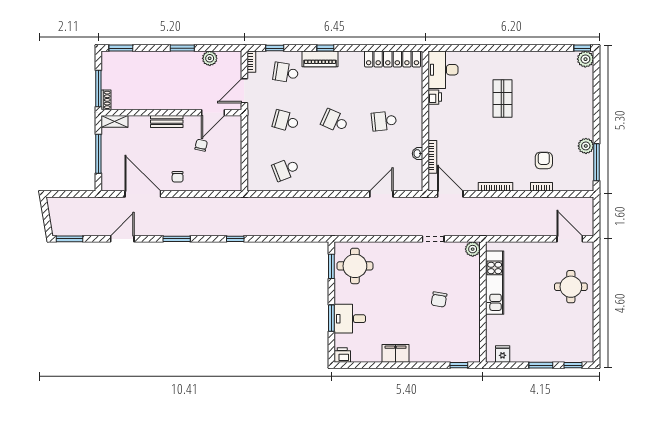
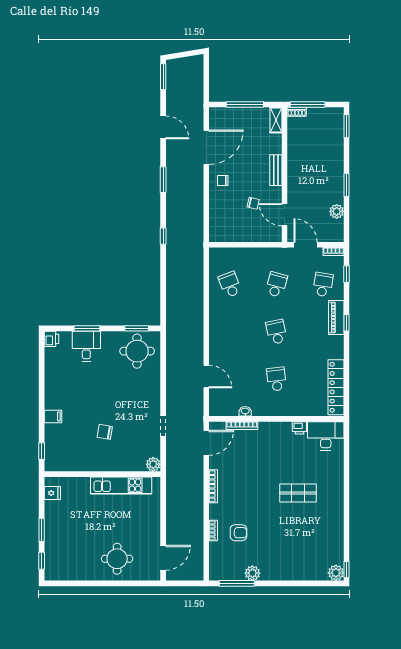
school desk: (335, 121) -> (276, 332), turned -36
filing cabinet: (396, 353) -> (53, 416), moved, width x0.50

